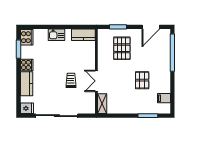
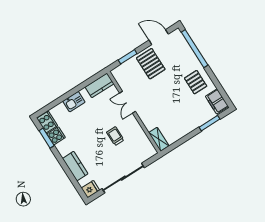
door: (151, 27) -> (159, 37), swing flipped
pallet: (122, 48) -> (151, 64), moved
cooker: (27, 65) -> (56, 136), moved
pallet: (142, 80) -> (196, 82), moved
double door: (96, 81) -> (128, 102), moved
filing cabinet: (164, 98) -> (217, 101), width x2.00

